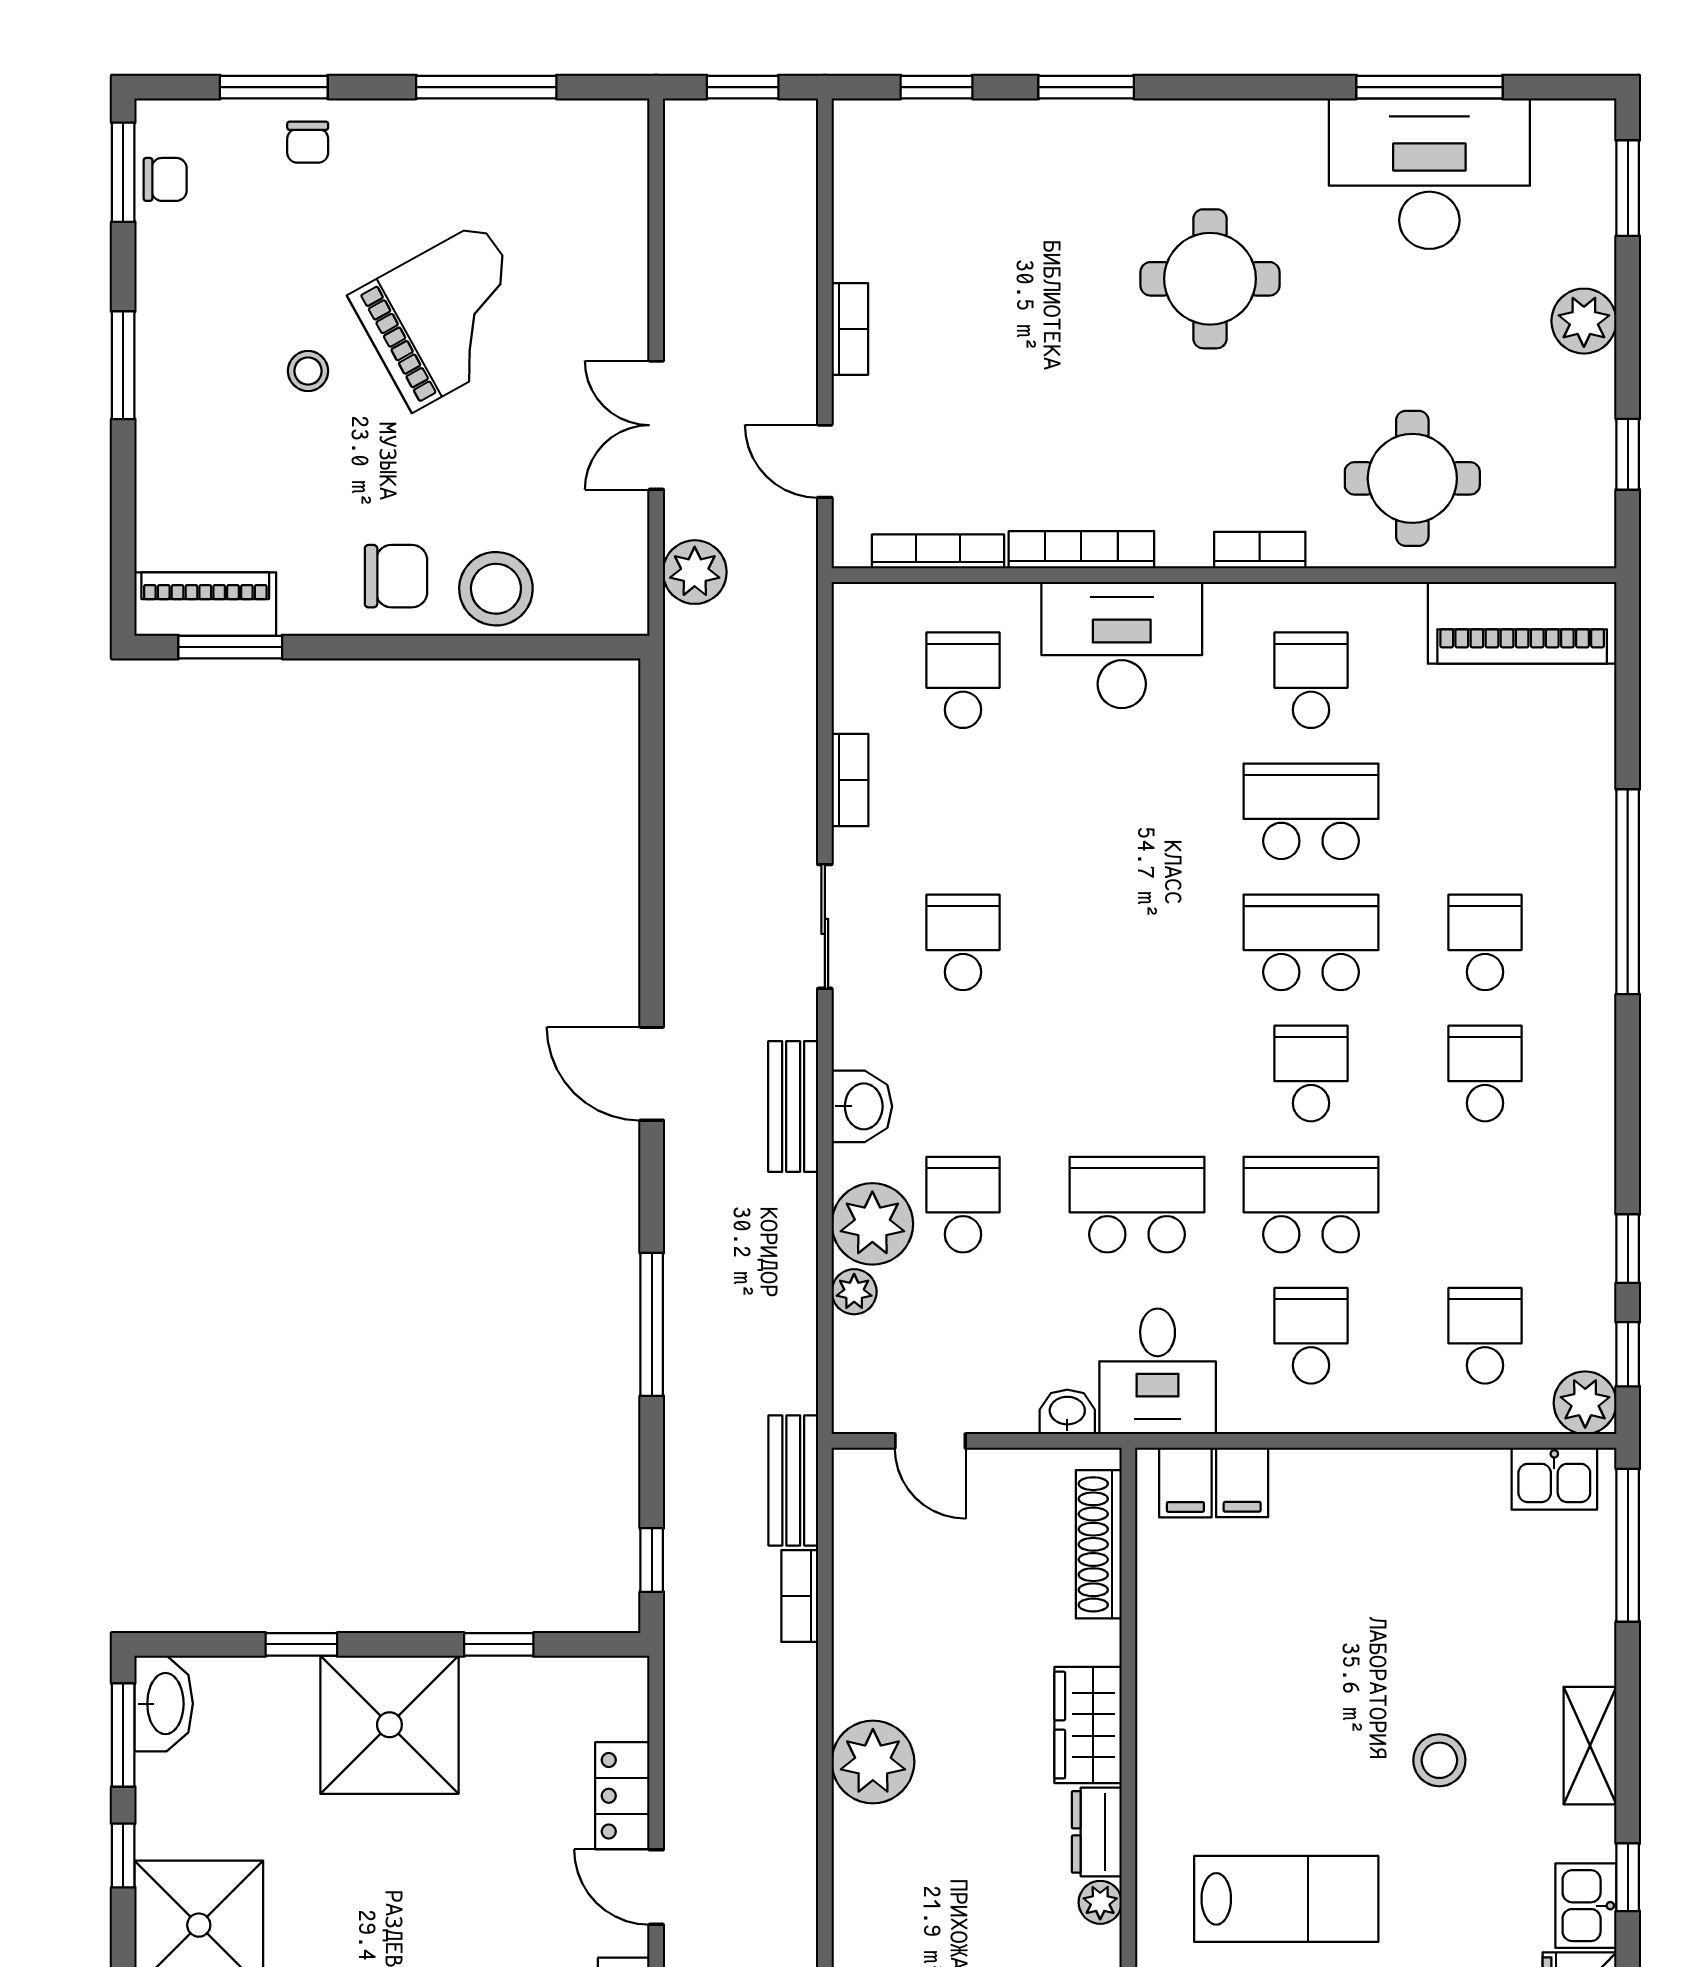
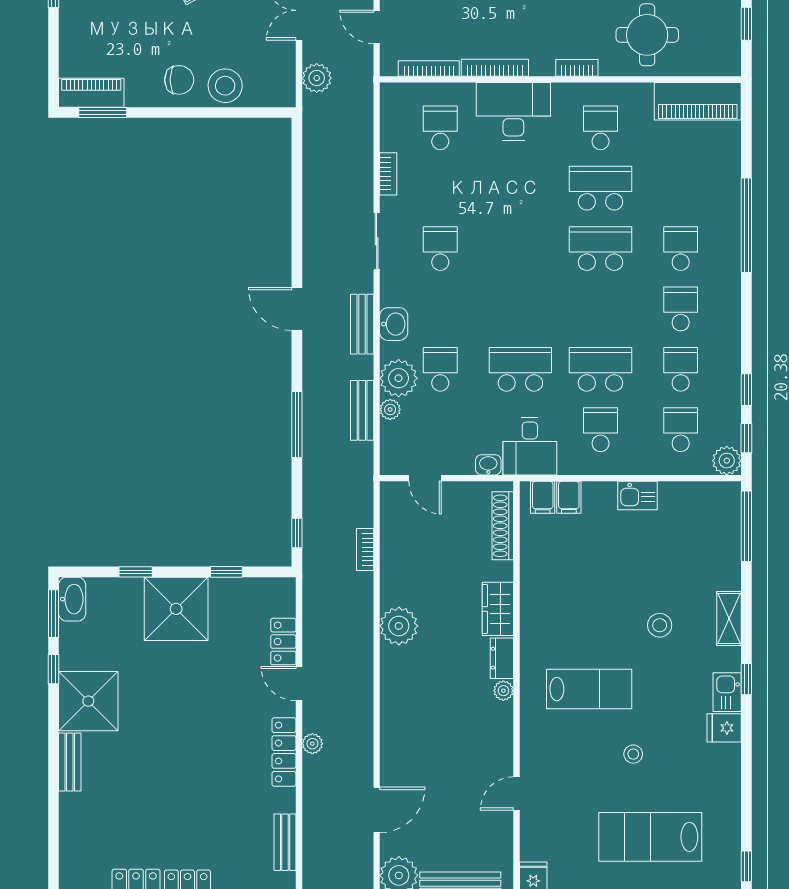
school desk: (1311, 1074) -> (681, 369), moved
kitchen sink: (1554, 1479) -> (638, 496), moved
bench: (793, 1481) -> (362, 410), moved

